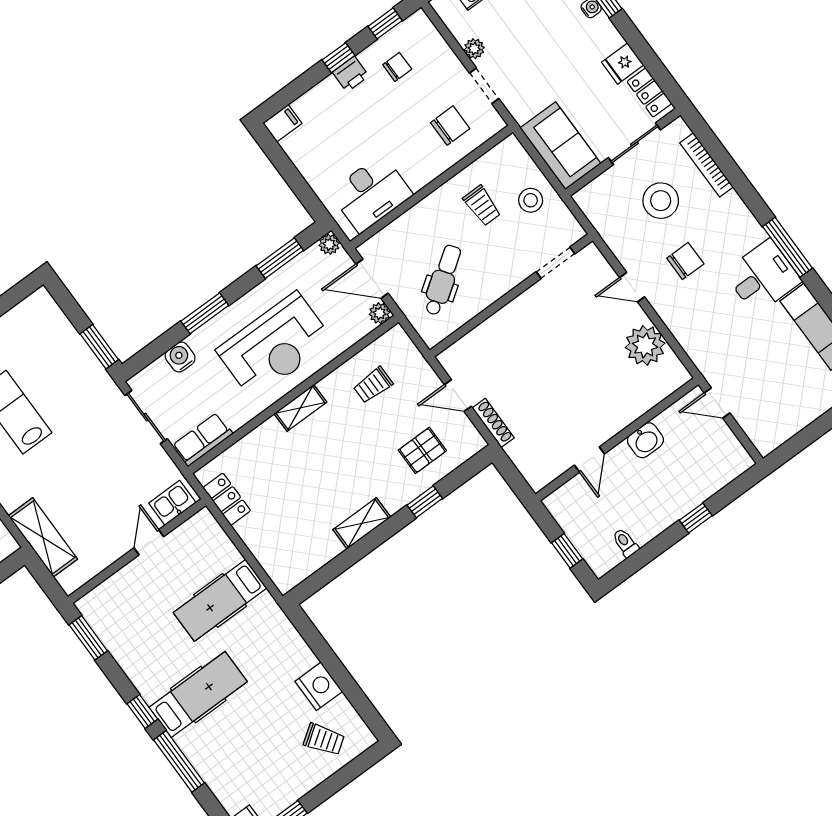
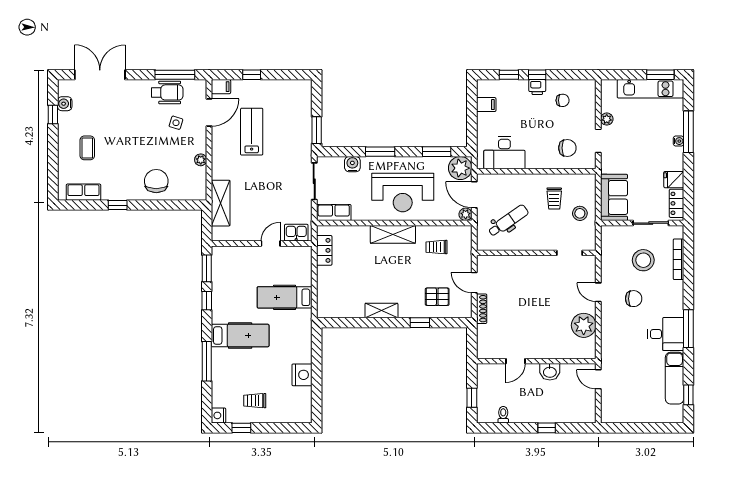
window: (385, 23) -> (509, 75), moved
filing cabinet: (282, 123) -> (486, 105), moved
plant: (329, 244) -> (460, 168), width x1.87, depth x1.87
shelving: (300, 408) -> (393, 234), width x1.50, depth x1.33
window: (142, 712) -> (207, 301), moved
trolley: (324, 739) -> (255, 401), moved, turned 125

